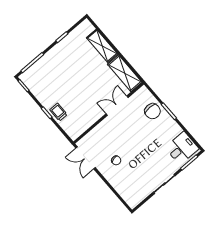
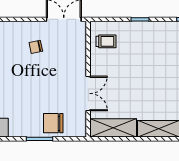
trolley: (58, 112) -> (106, 41), moved

